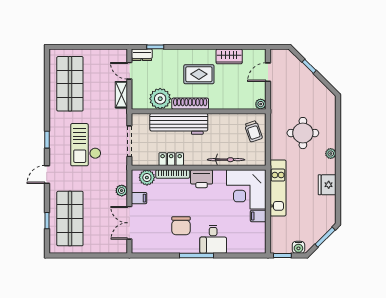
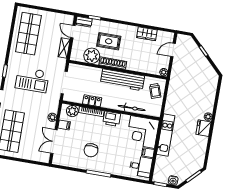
rug: (199, 74) -> (109, 41), moved
workbench: (179, 124) -> (122, 80), moved
round table: (303, 133) -> (191, 98), removed
checkout: (86, 145) -> (32, 80), turned -90
fridge: (327, 185) -> (204, 128), moved
desk: (213, 239) -> (141, 166), moved, turned -90

